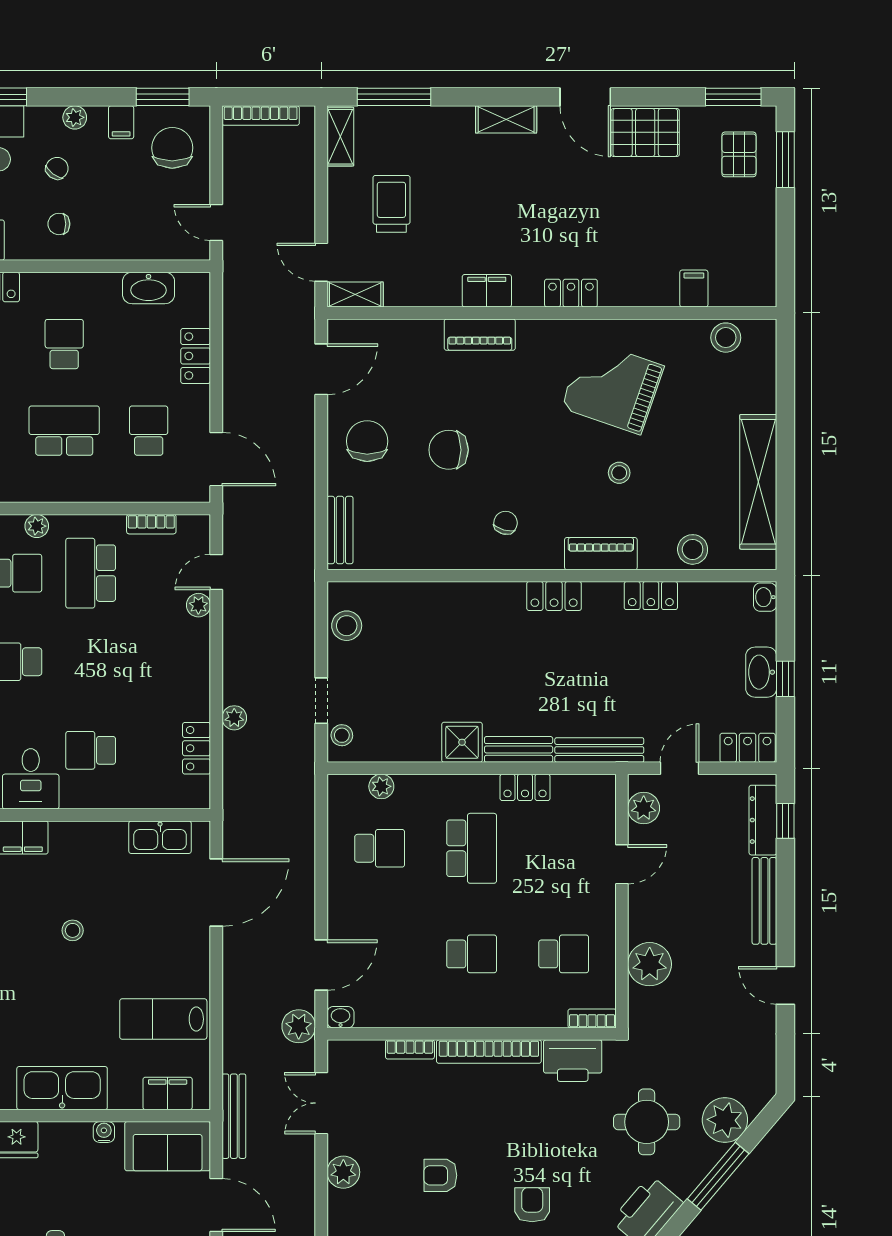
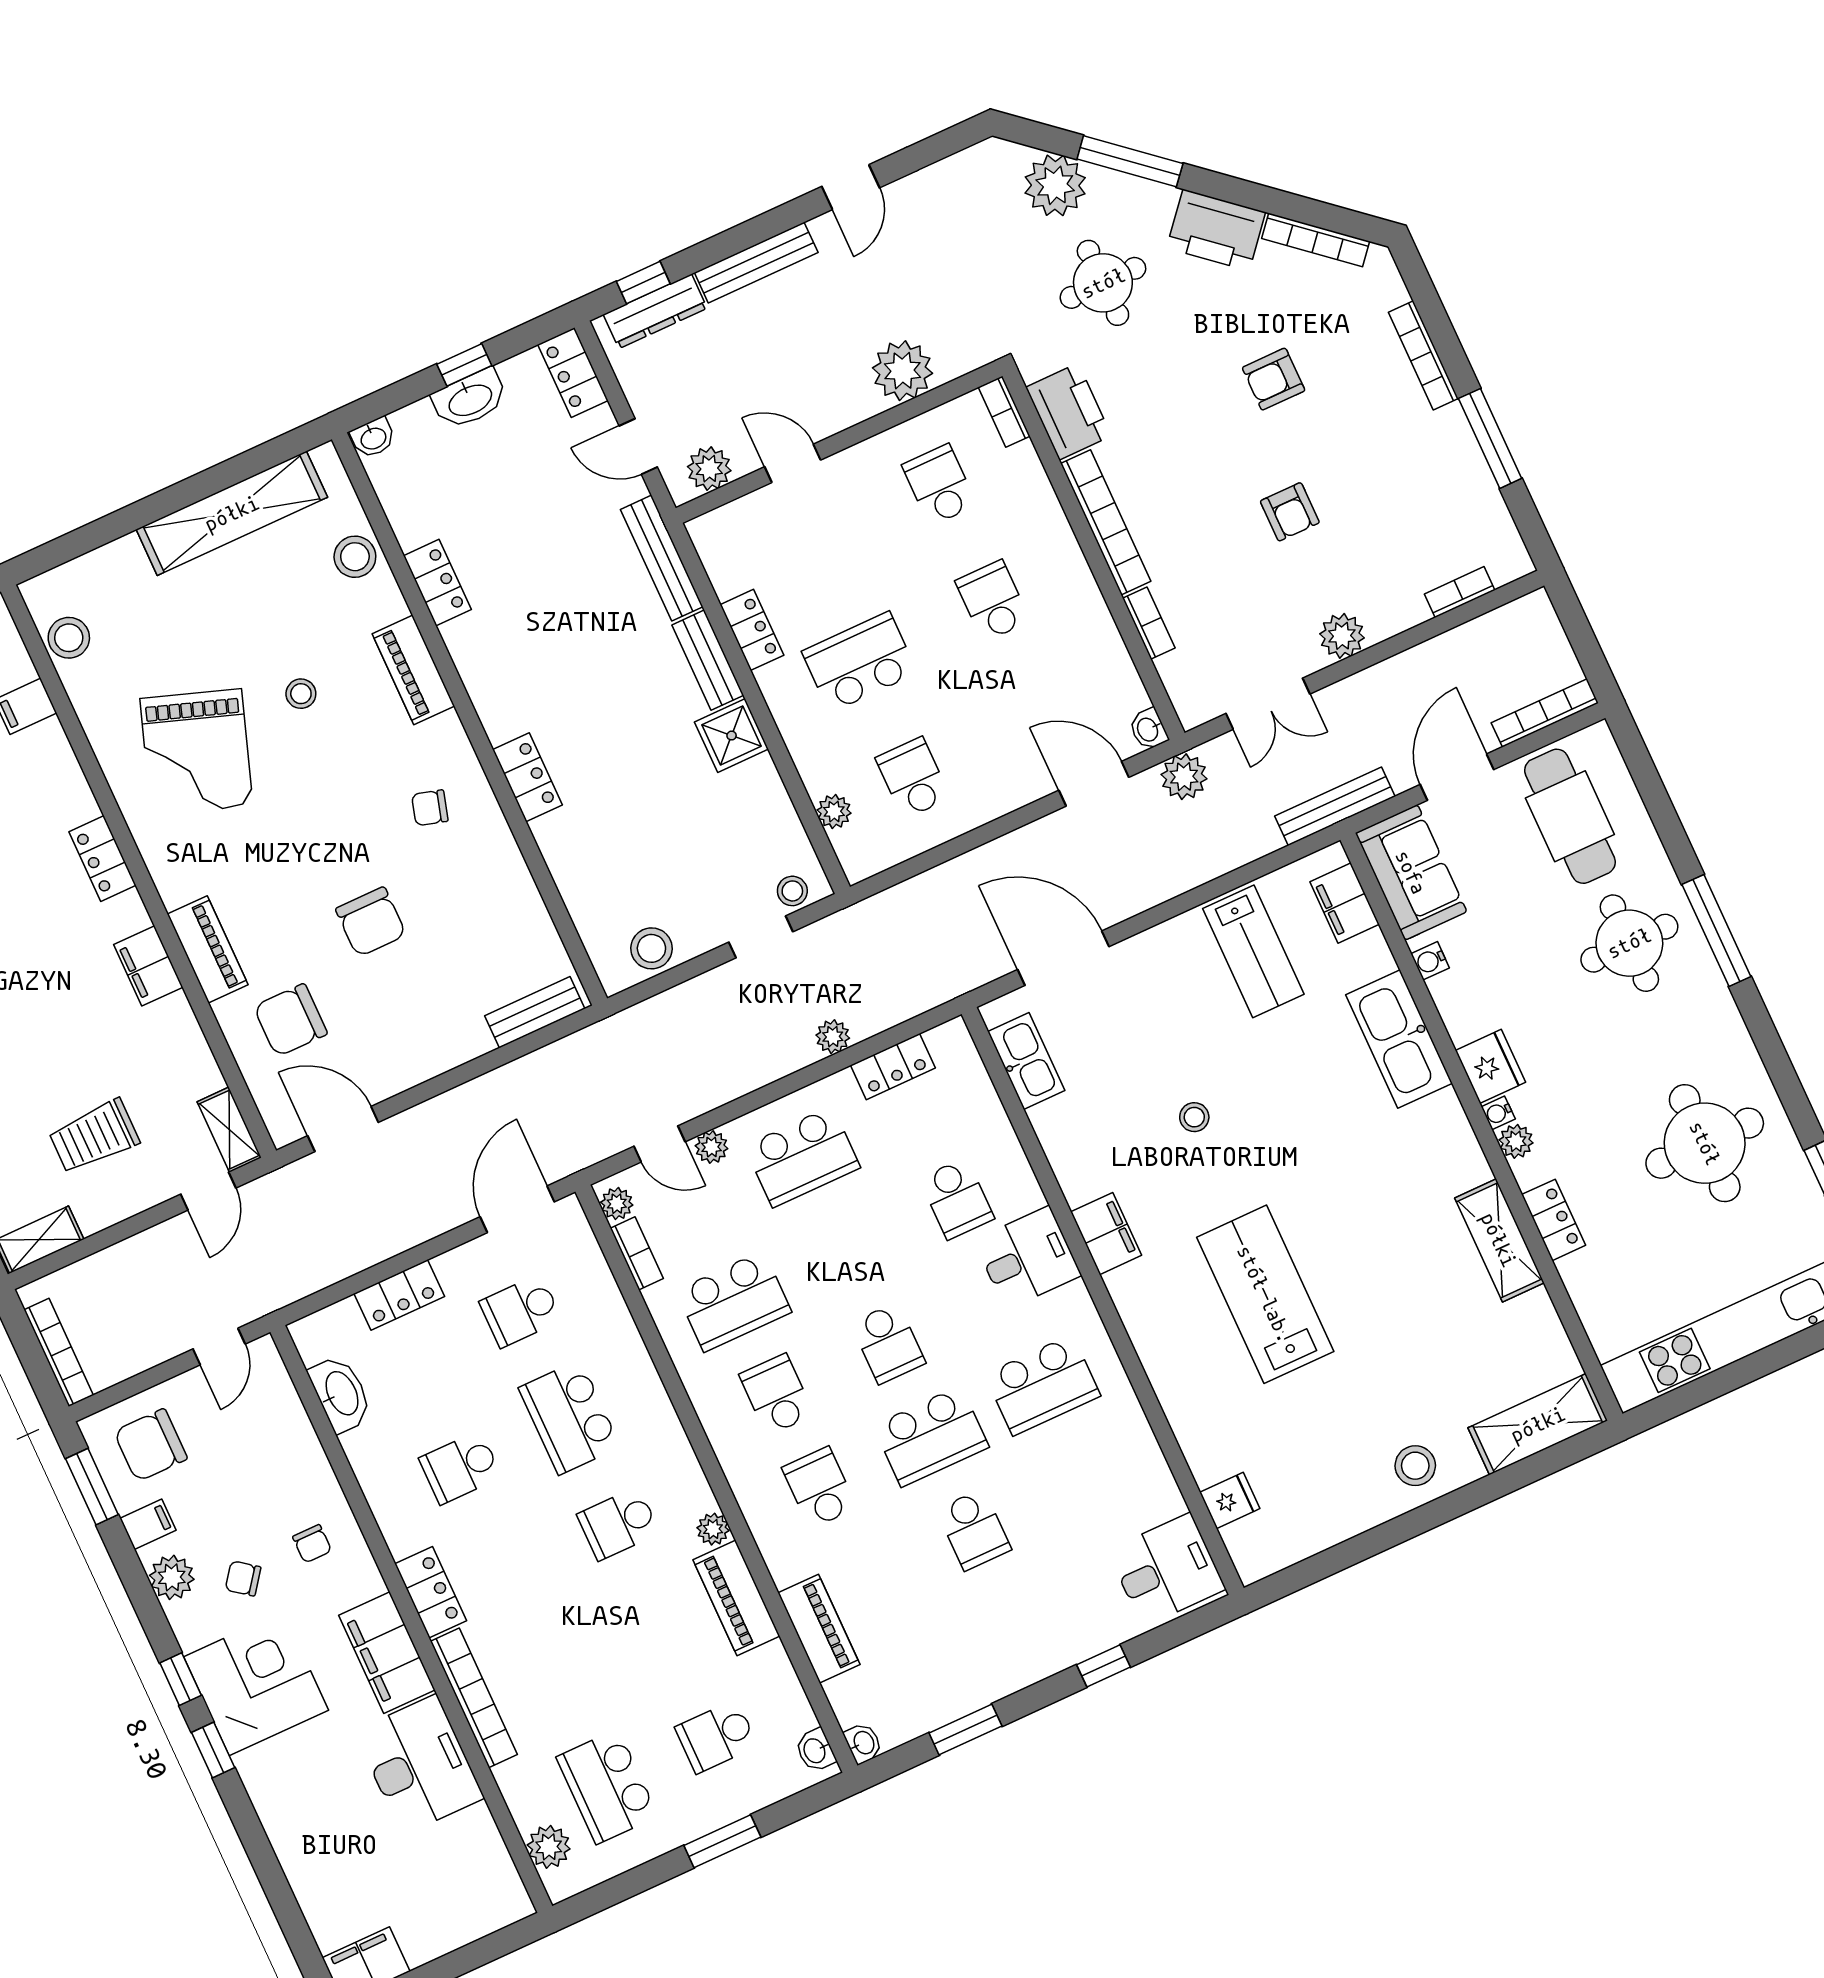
plant: (75, 117) -> (172, 1577), width x1.38, depth x1.38
chair: (367, 441) -> (290, 1020), moved
plant: (37, 526) -> (617, 1204), moved
locker: (554, 596) -> (528, 777), moved
school desk: (165, 662) -> (802, 1157), added

